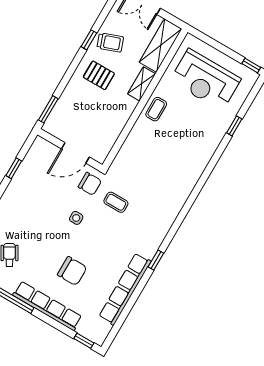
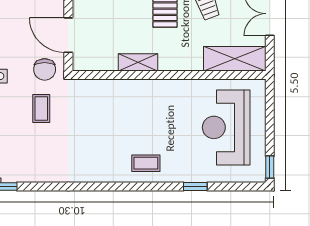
shelving: (142, 84) -> (138, 62), moved
coffee table: (156, 109) -> (146, 163), moved

